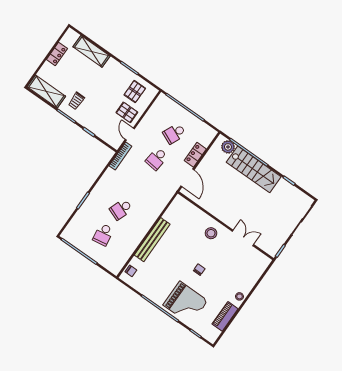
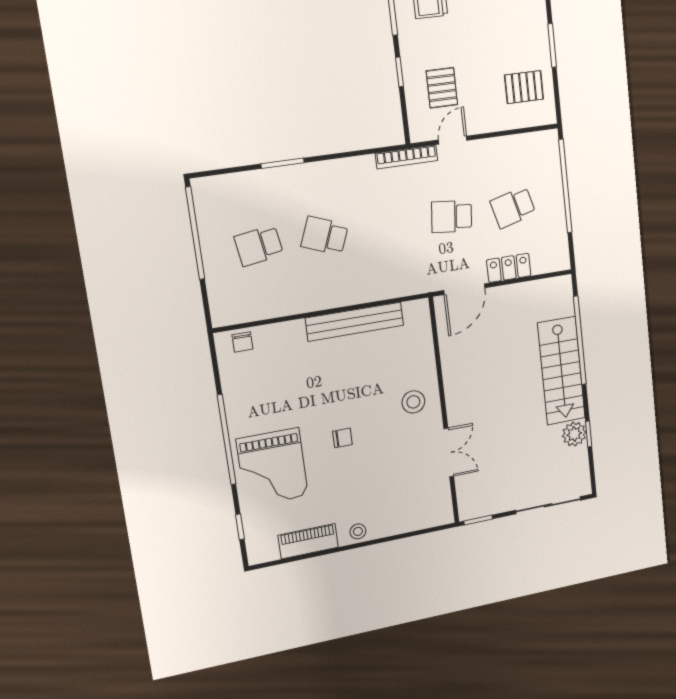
pallet: (127, 112) -> (442, 88), moved
school desk: (174, 134) -> (513, 207), turned -39
plant: (228, 147) -> (574, 434), moved
bench: (152, 240) -> (355, 322), moved

